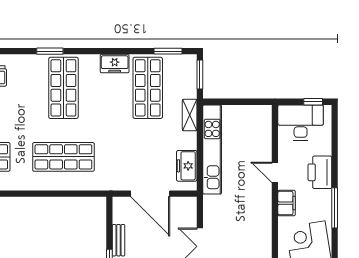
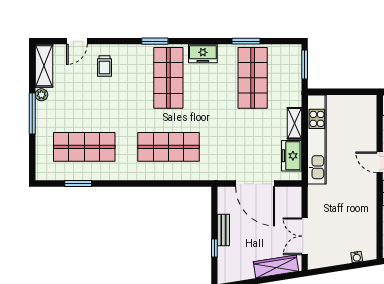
window: (168, 51) -> (246, 41), moved
freezer: (115, 64) -> (203, 54), moved
shelving: (190, 115) -> (294, 123), moved

